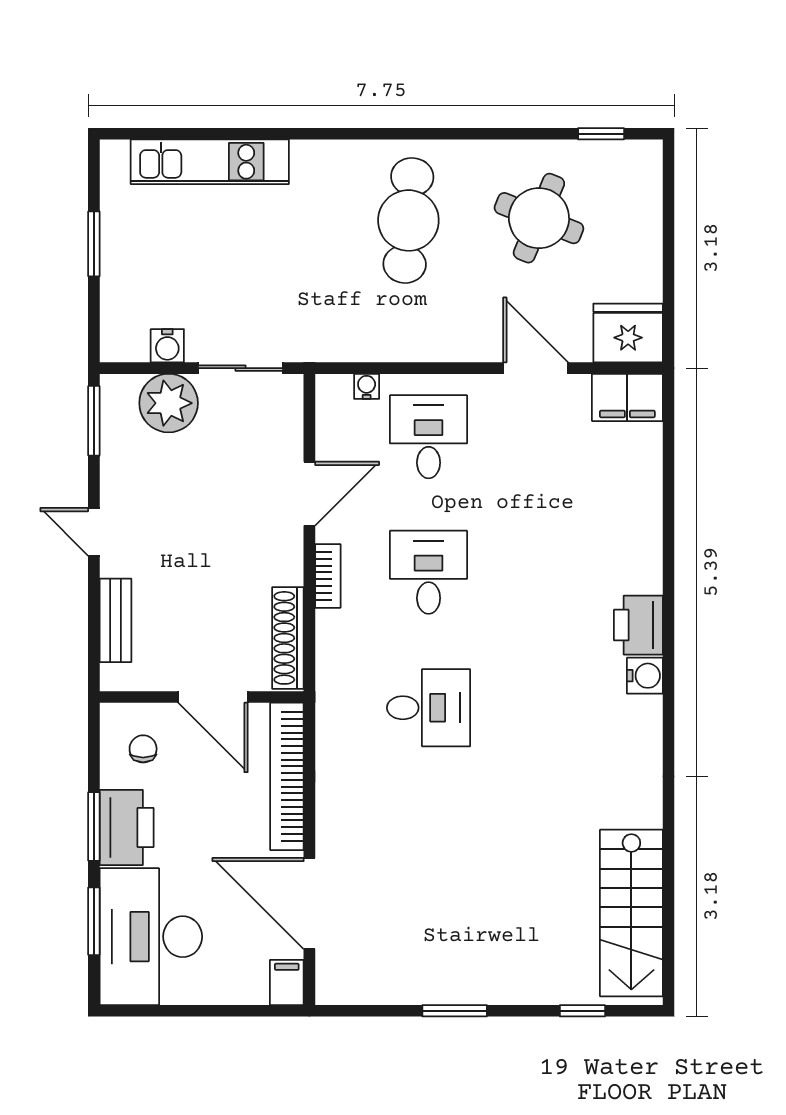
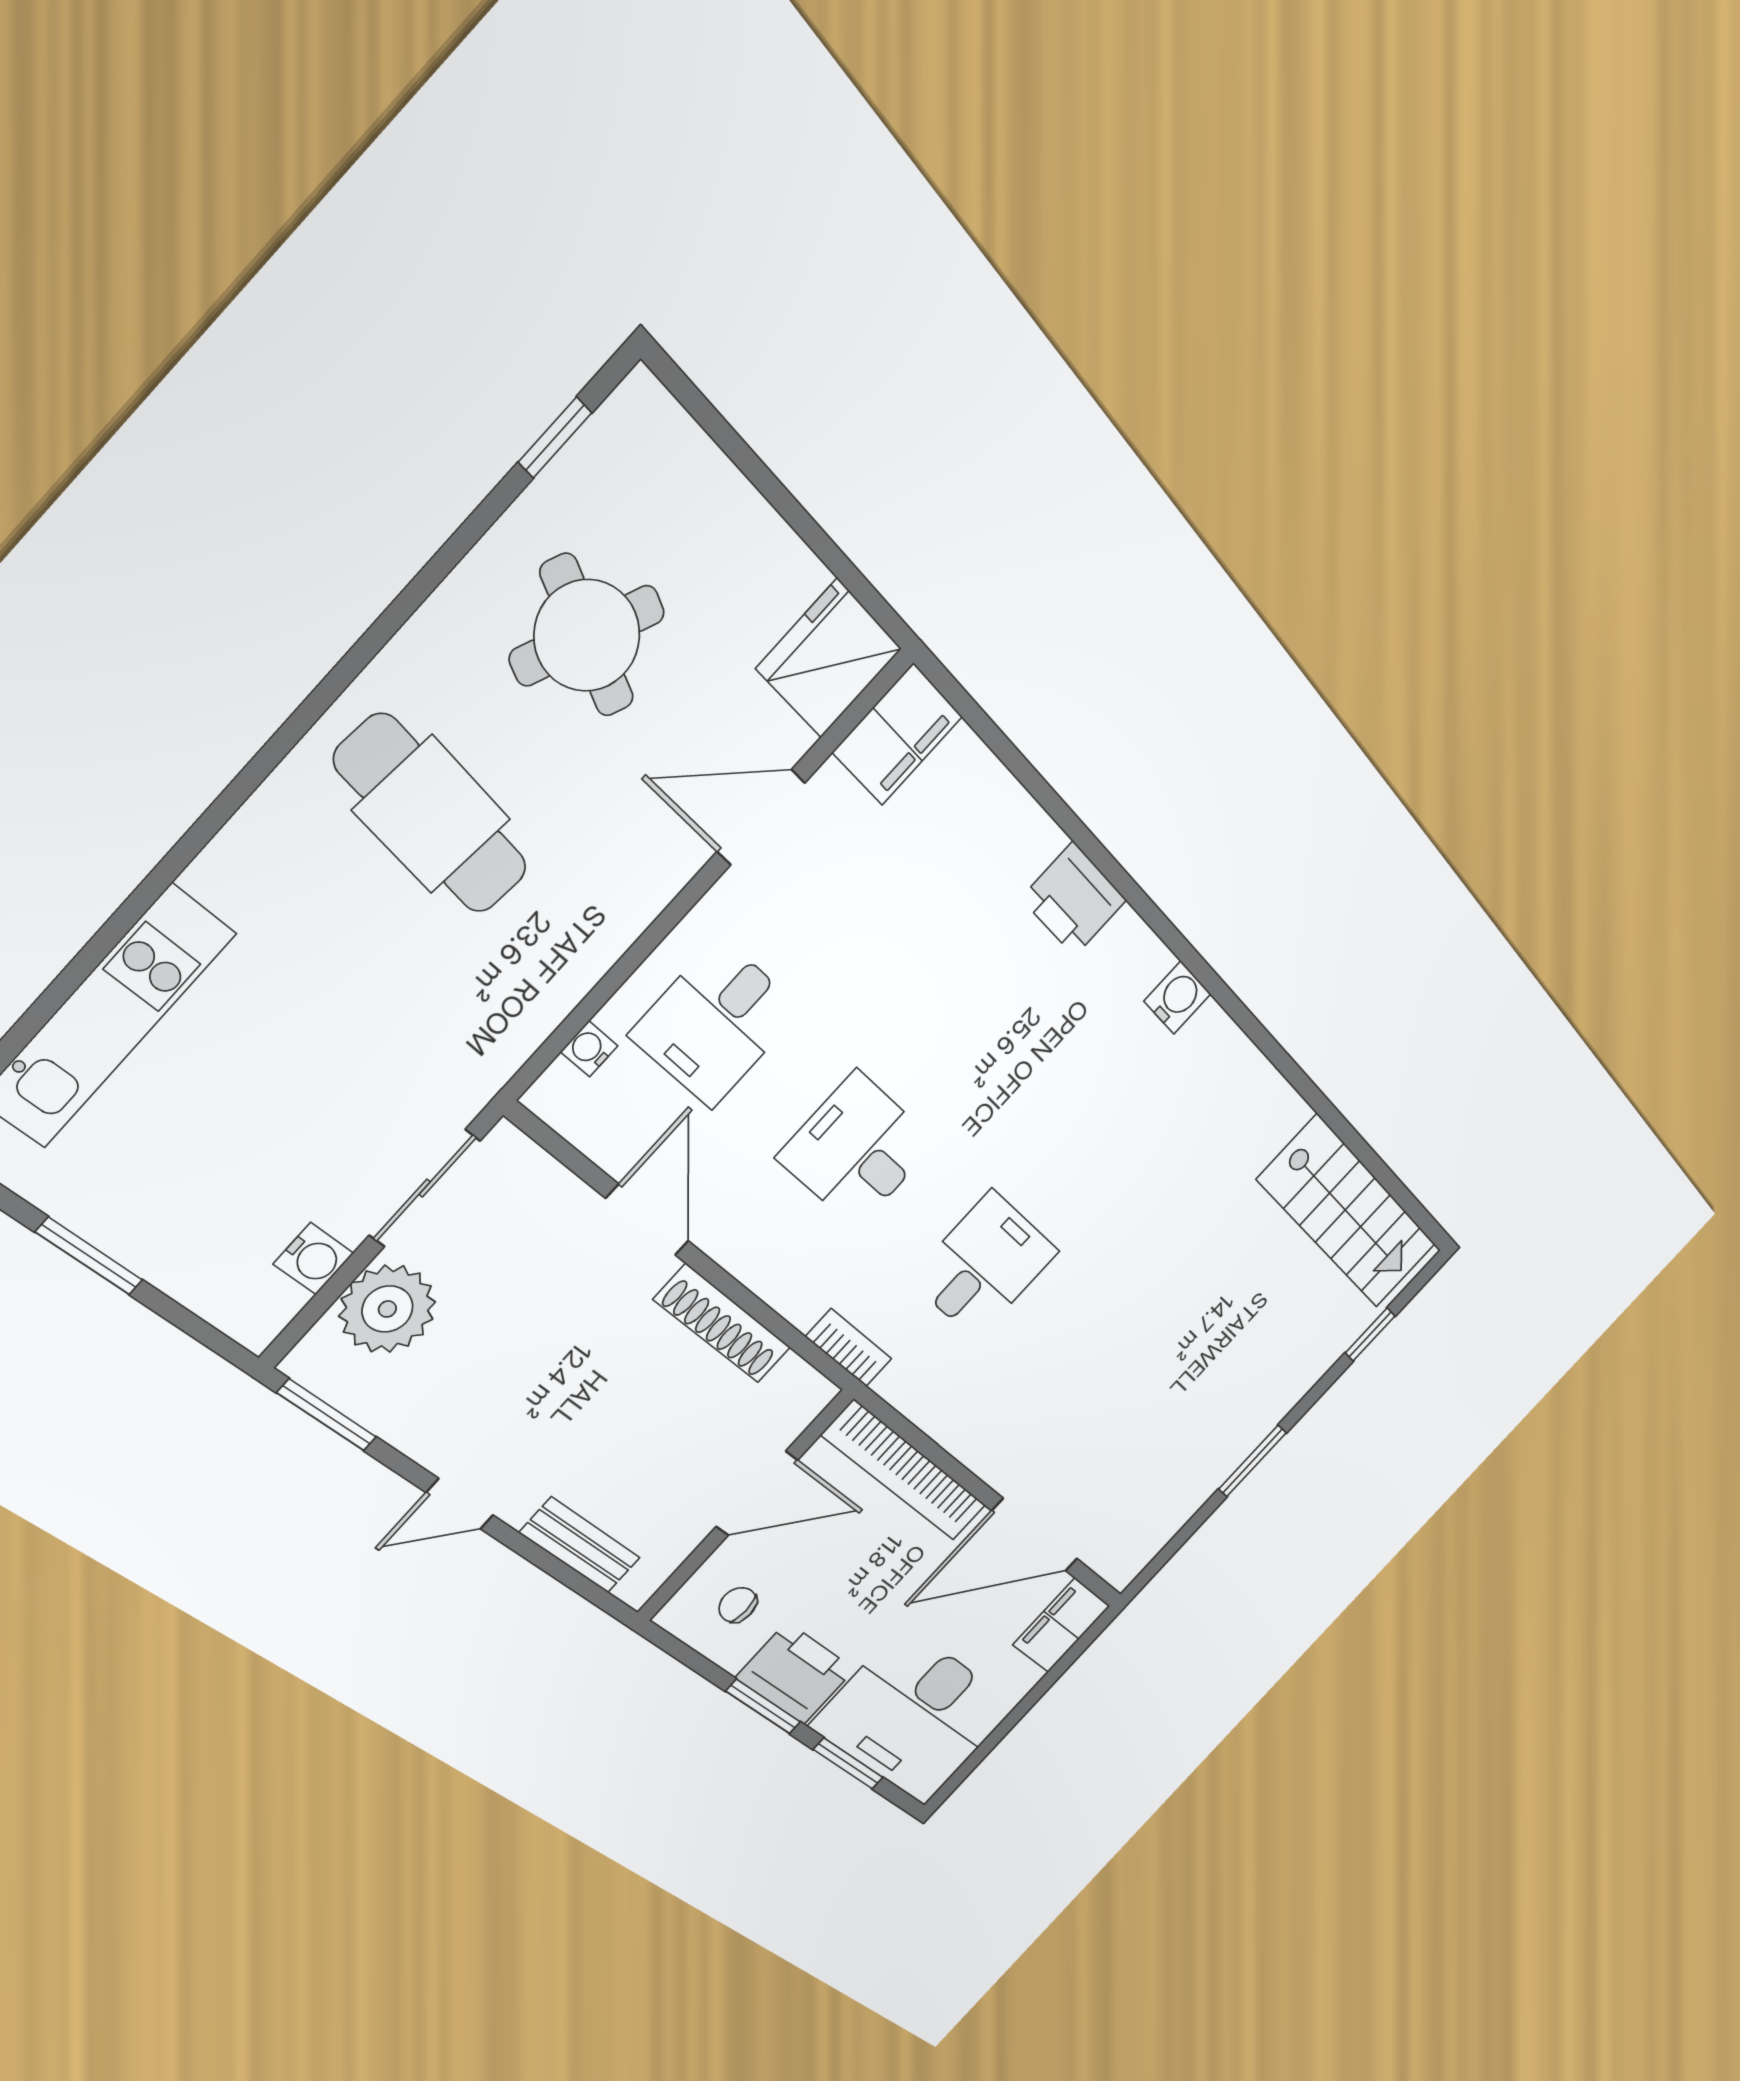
desk: (429, 437) -> (716, 1023), turned -90
bookcase: (328, 576) -> (849, 1348), moved
printer: (638, 625) -> (1074, 899), moved
shoe rack: (288, 638) -> (723, 1324), moved
filing cabinet: (287, 983) -> (1062, 1625), width x2.00

